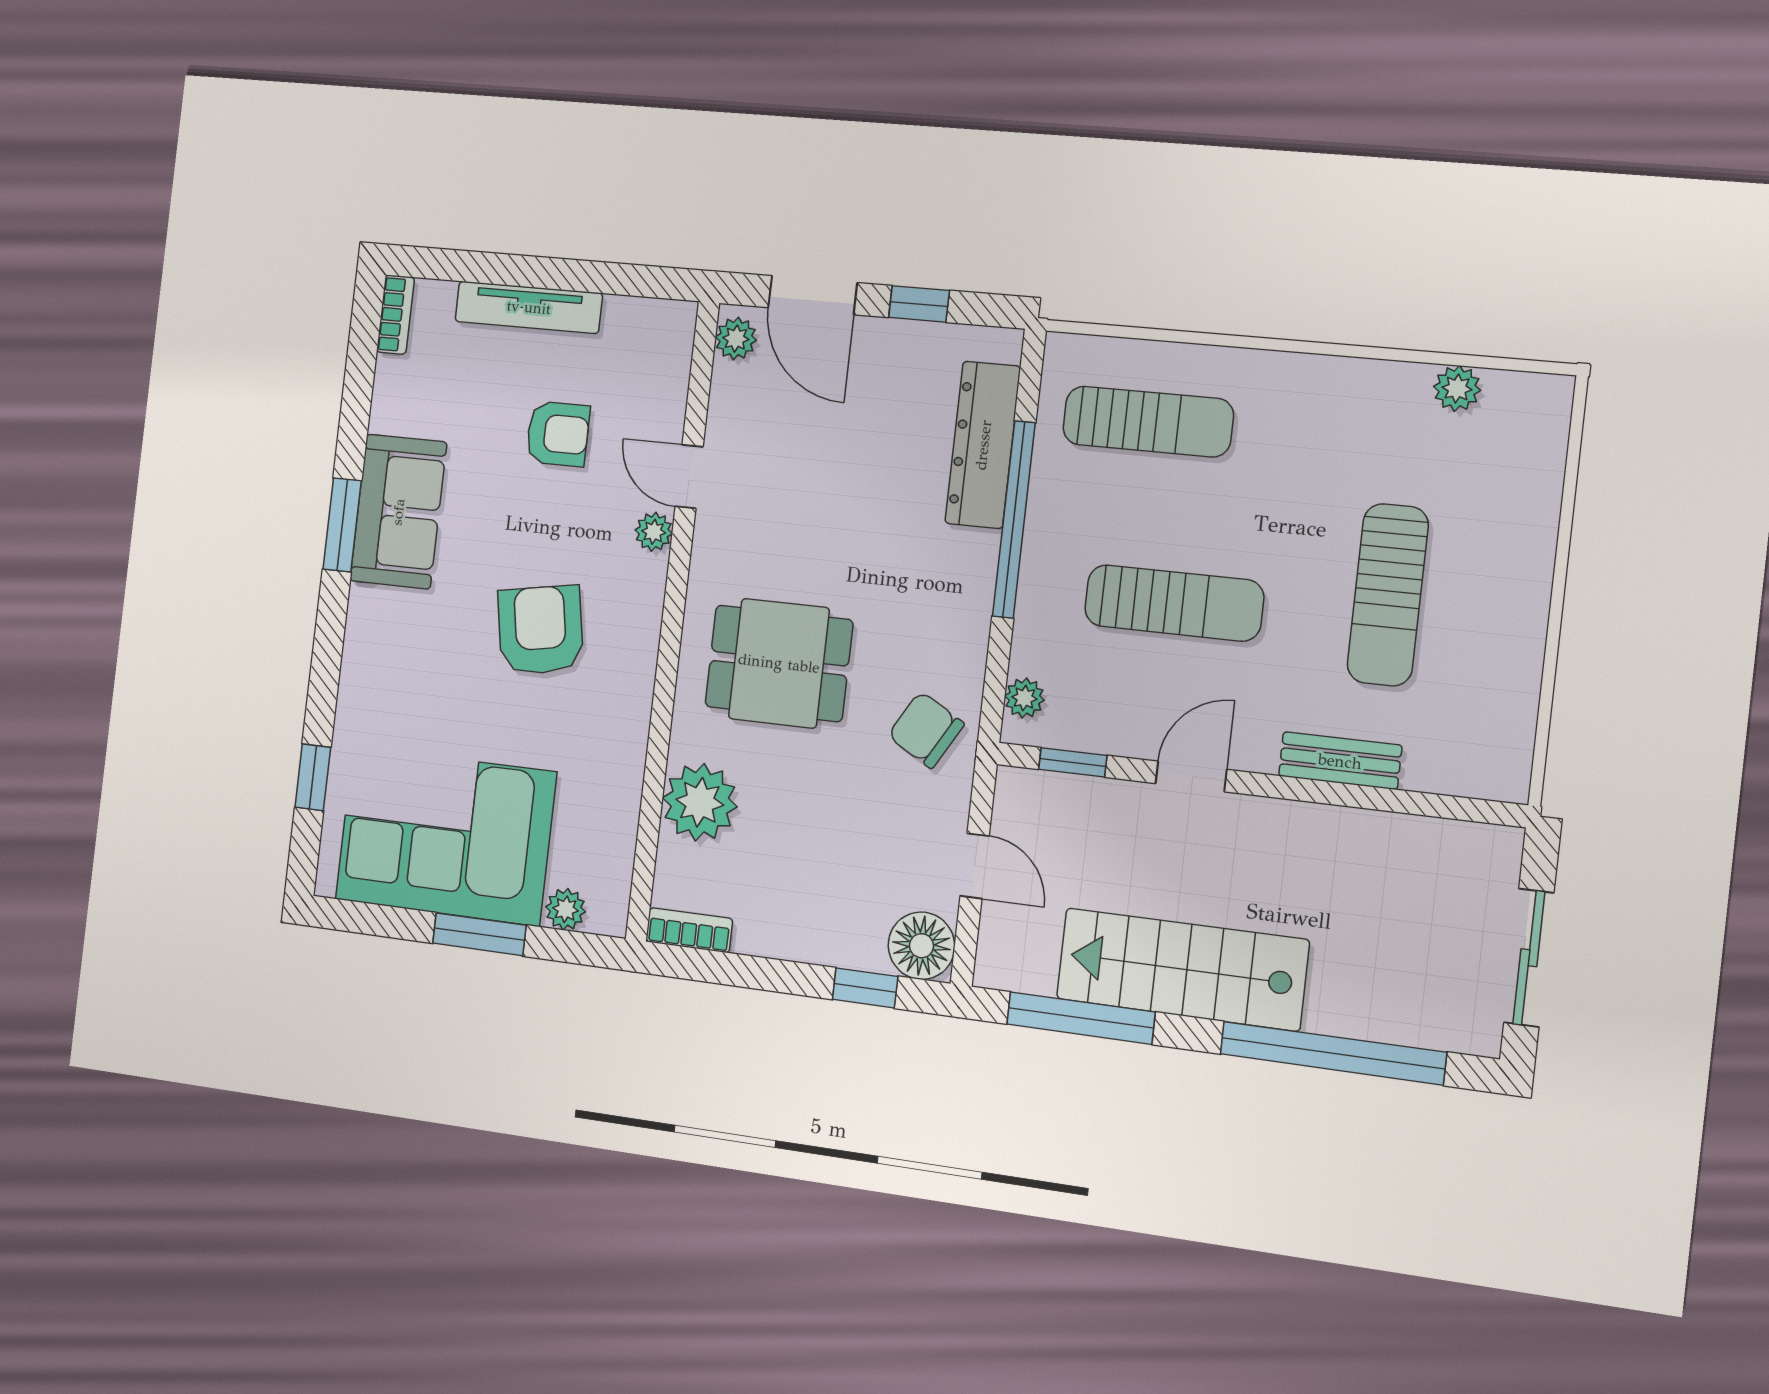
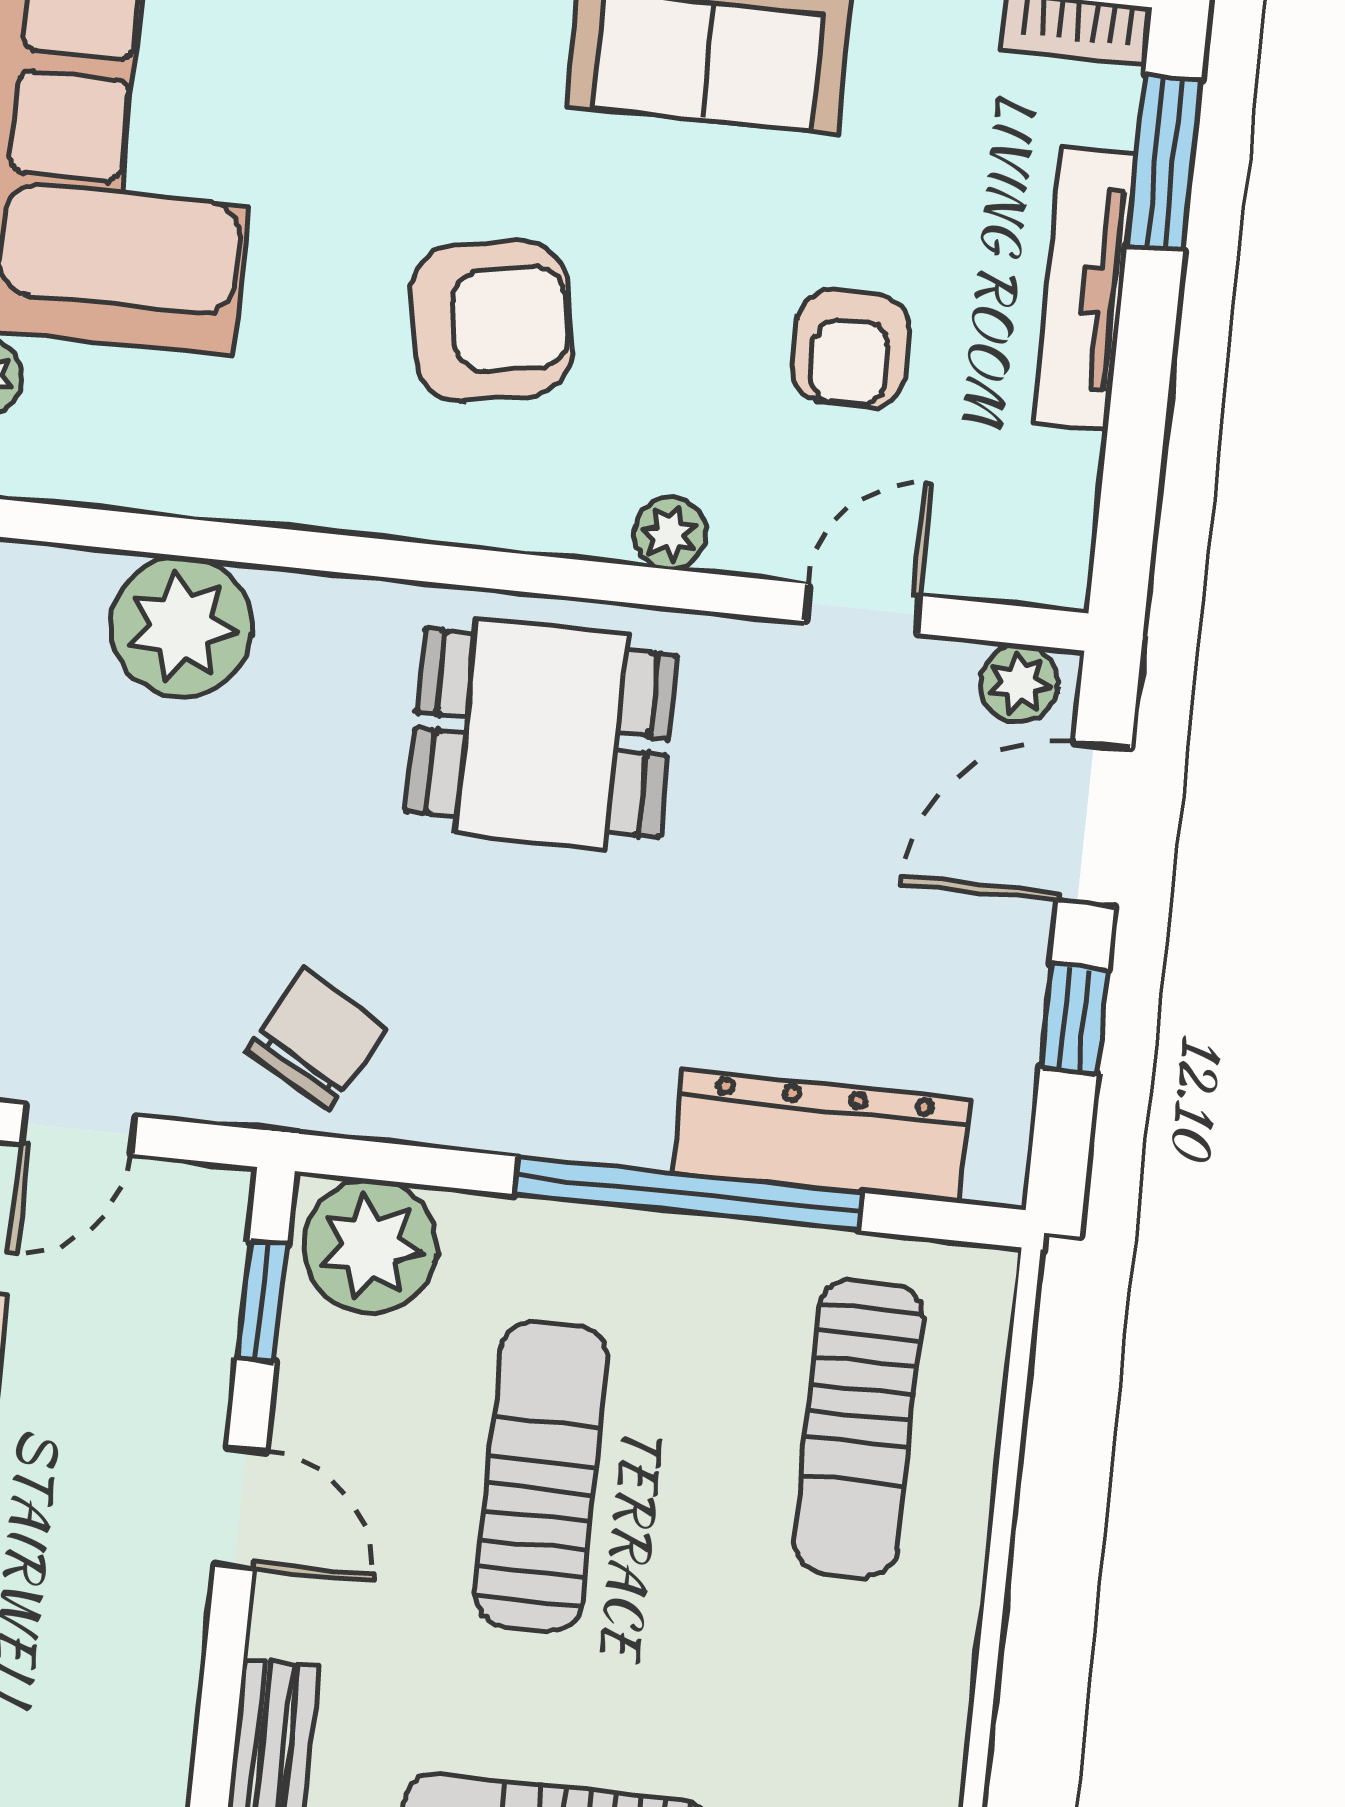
window: (464, 266) -> (1164, 162), added
door: (689, 477) -> (862, 609), moved
sun lounger: (1174, 603) -> (541, 1476), turned 180
dining table: (779, 663) -> (541, 733), moved, turned 90
plant: (1024, 698) -> (371, 1246), width x1.88, depth x1.88

